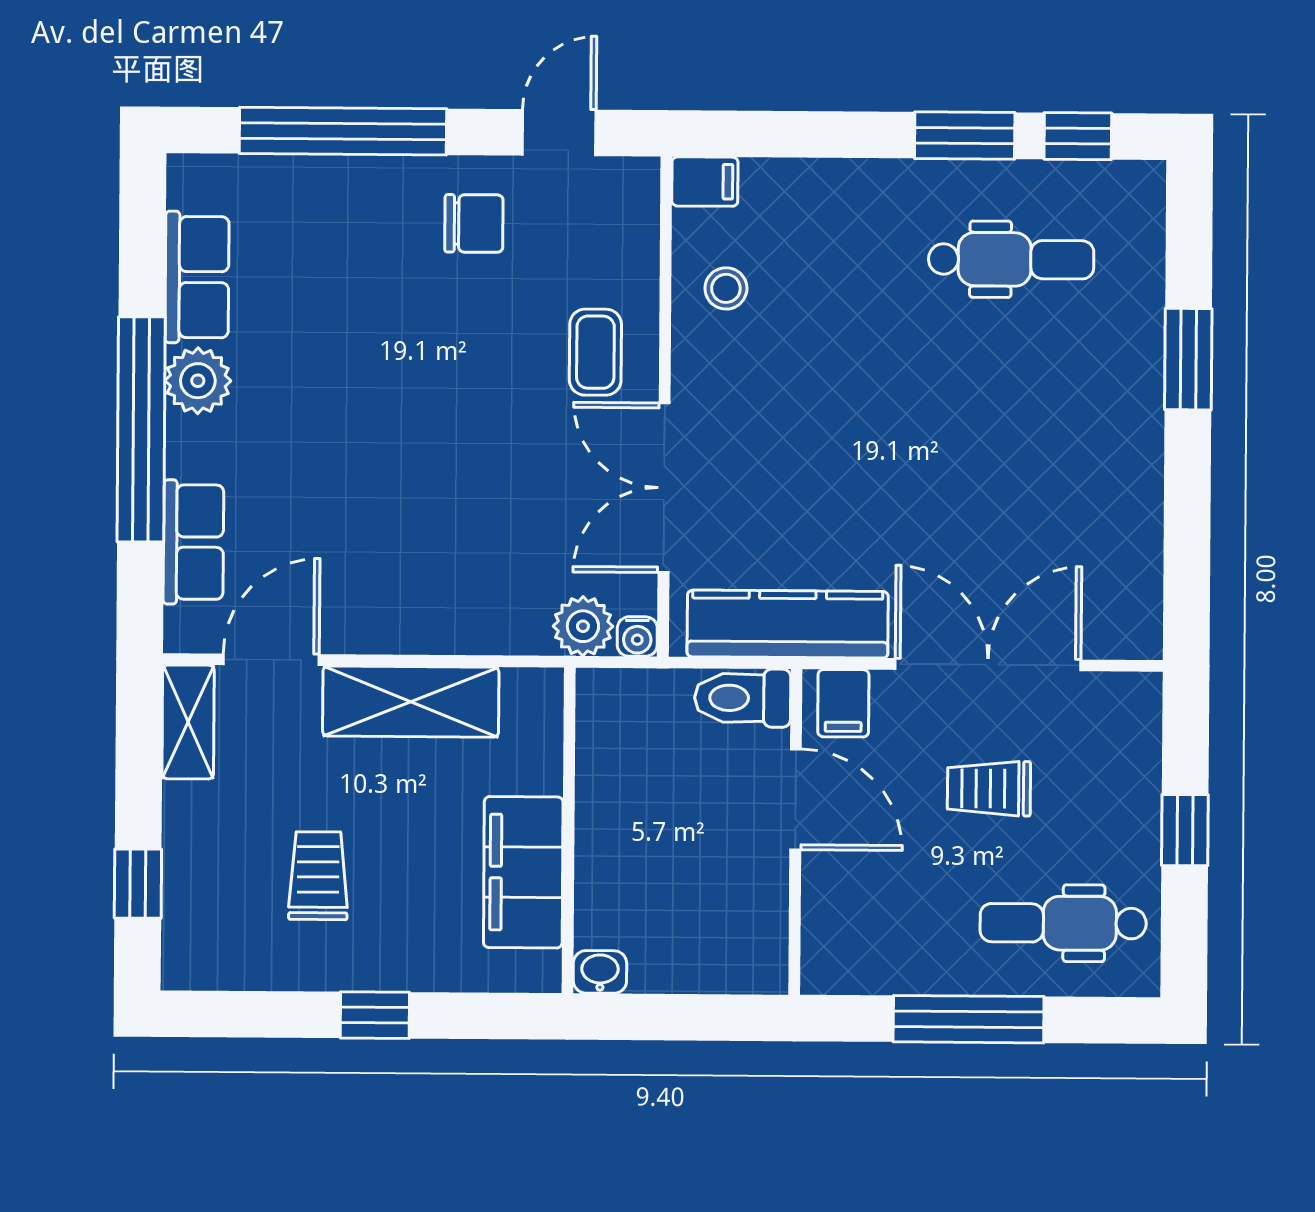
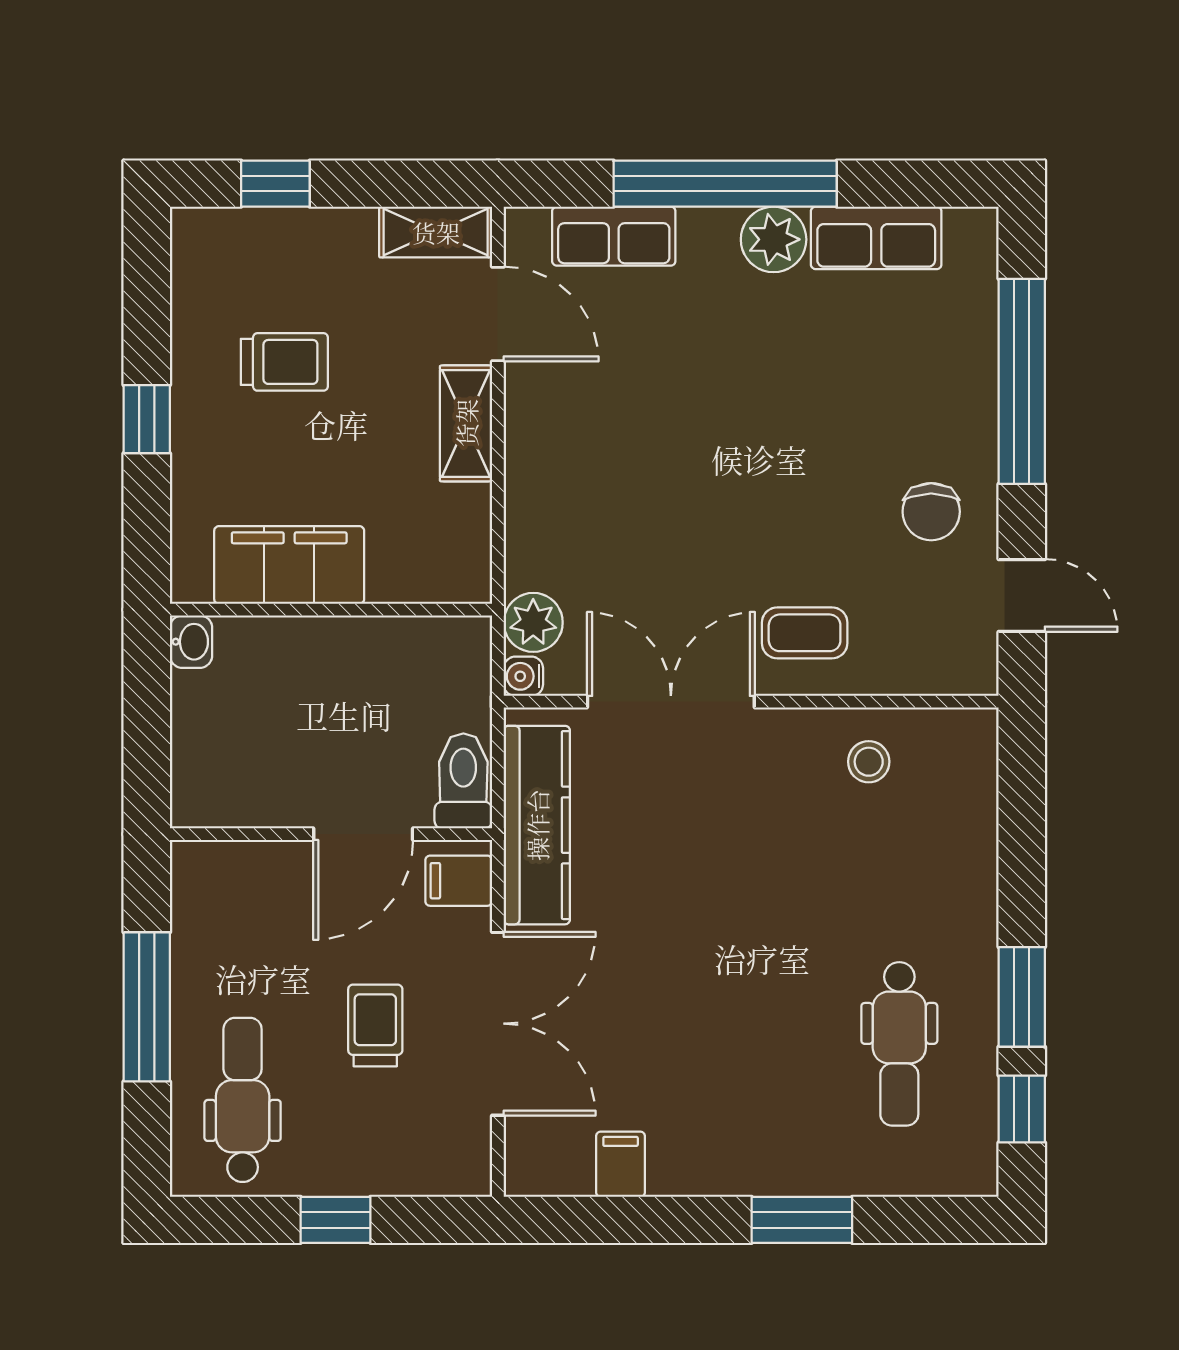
filing cabinet: (705, 182) -> (621, 1164), moved, turned 180
shelving: (411, 702) -> (466, 423), width x0.67, depth x0.75

